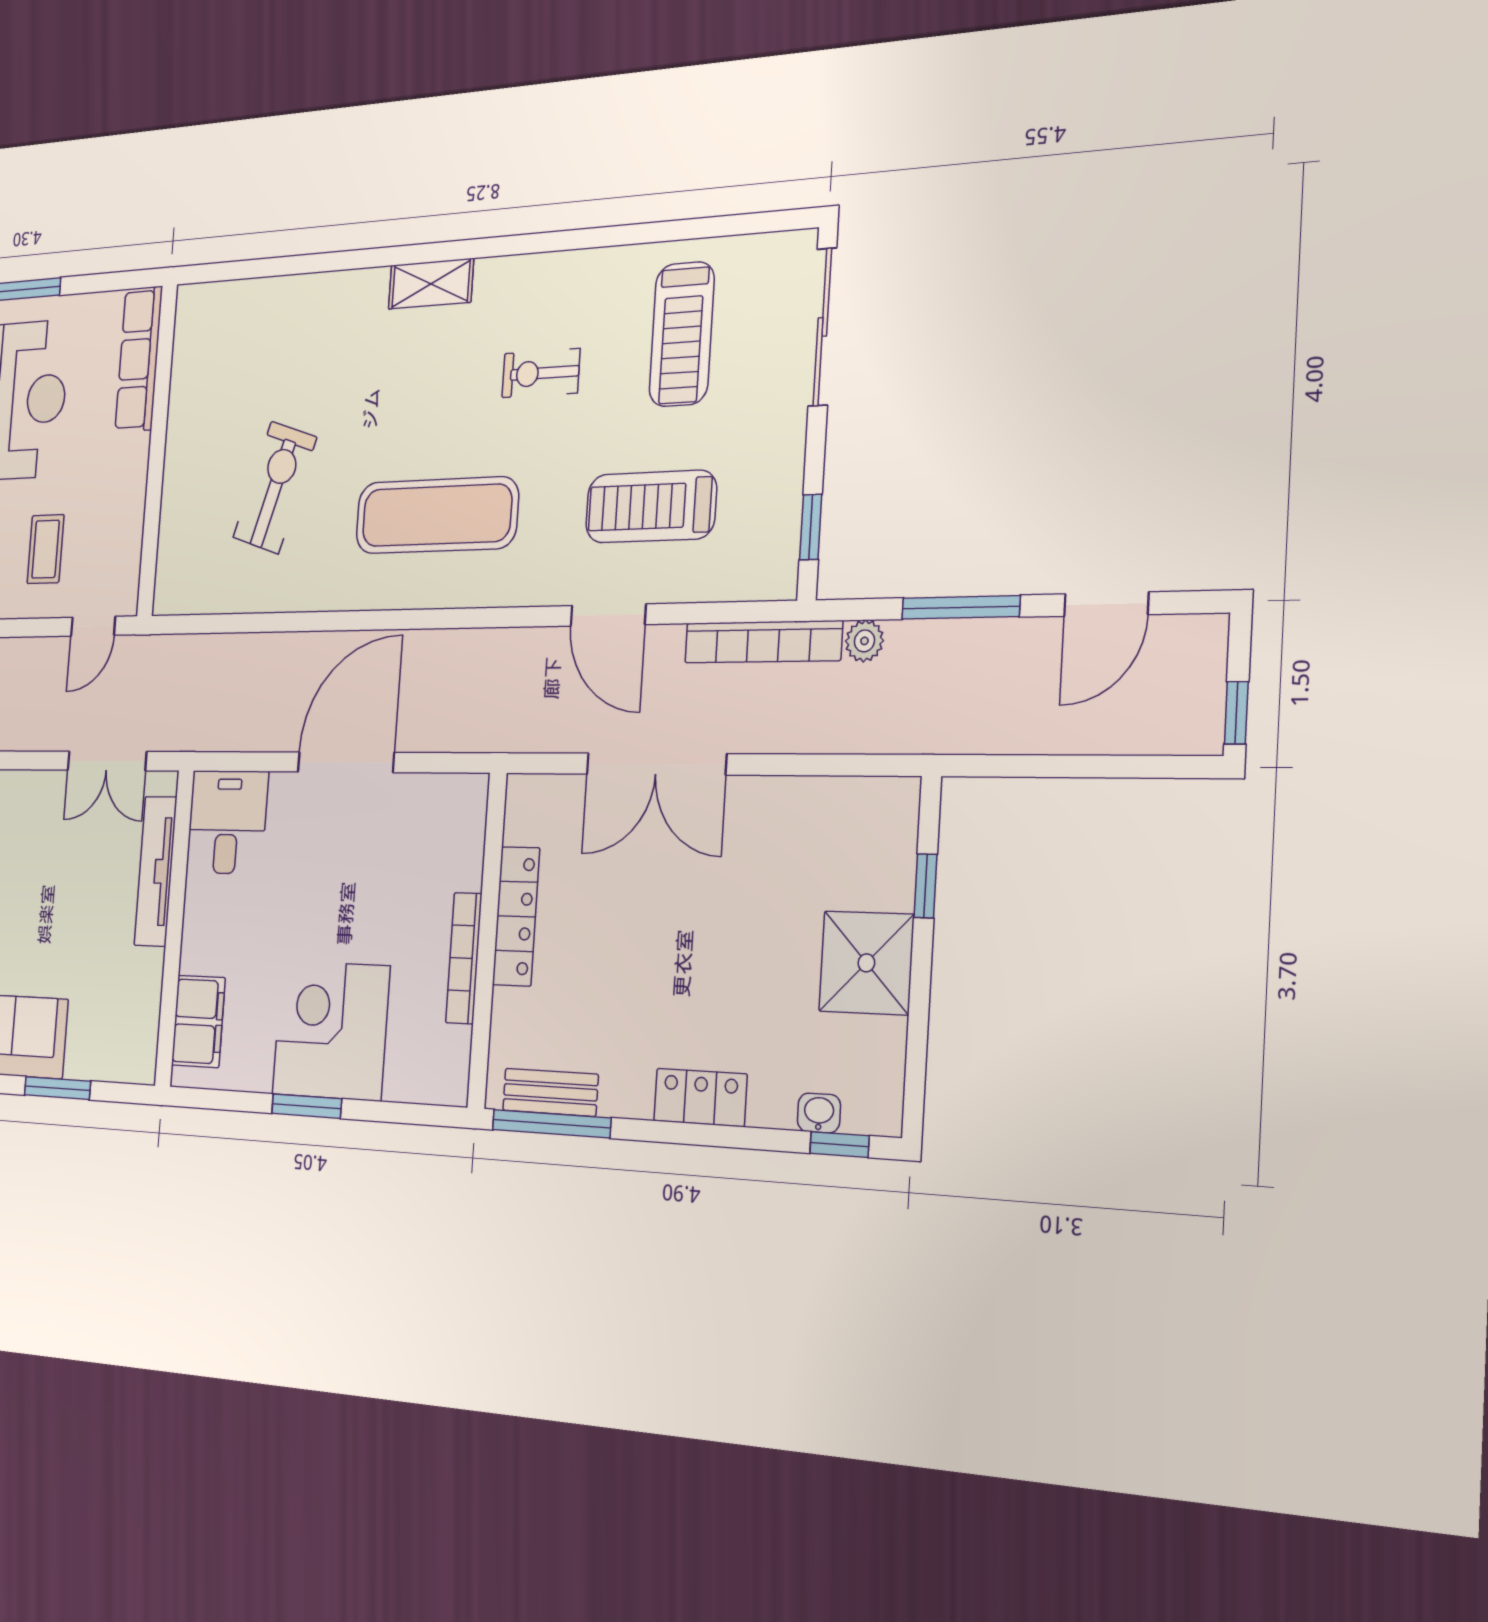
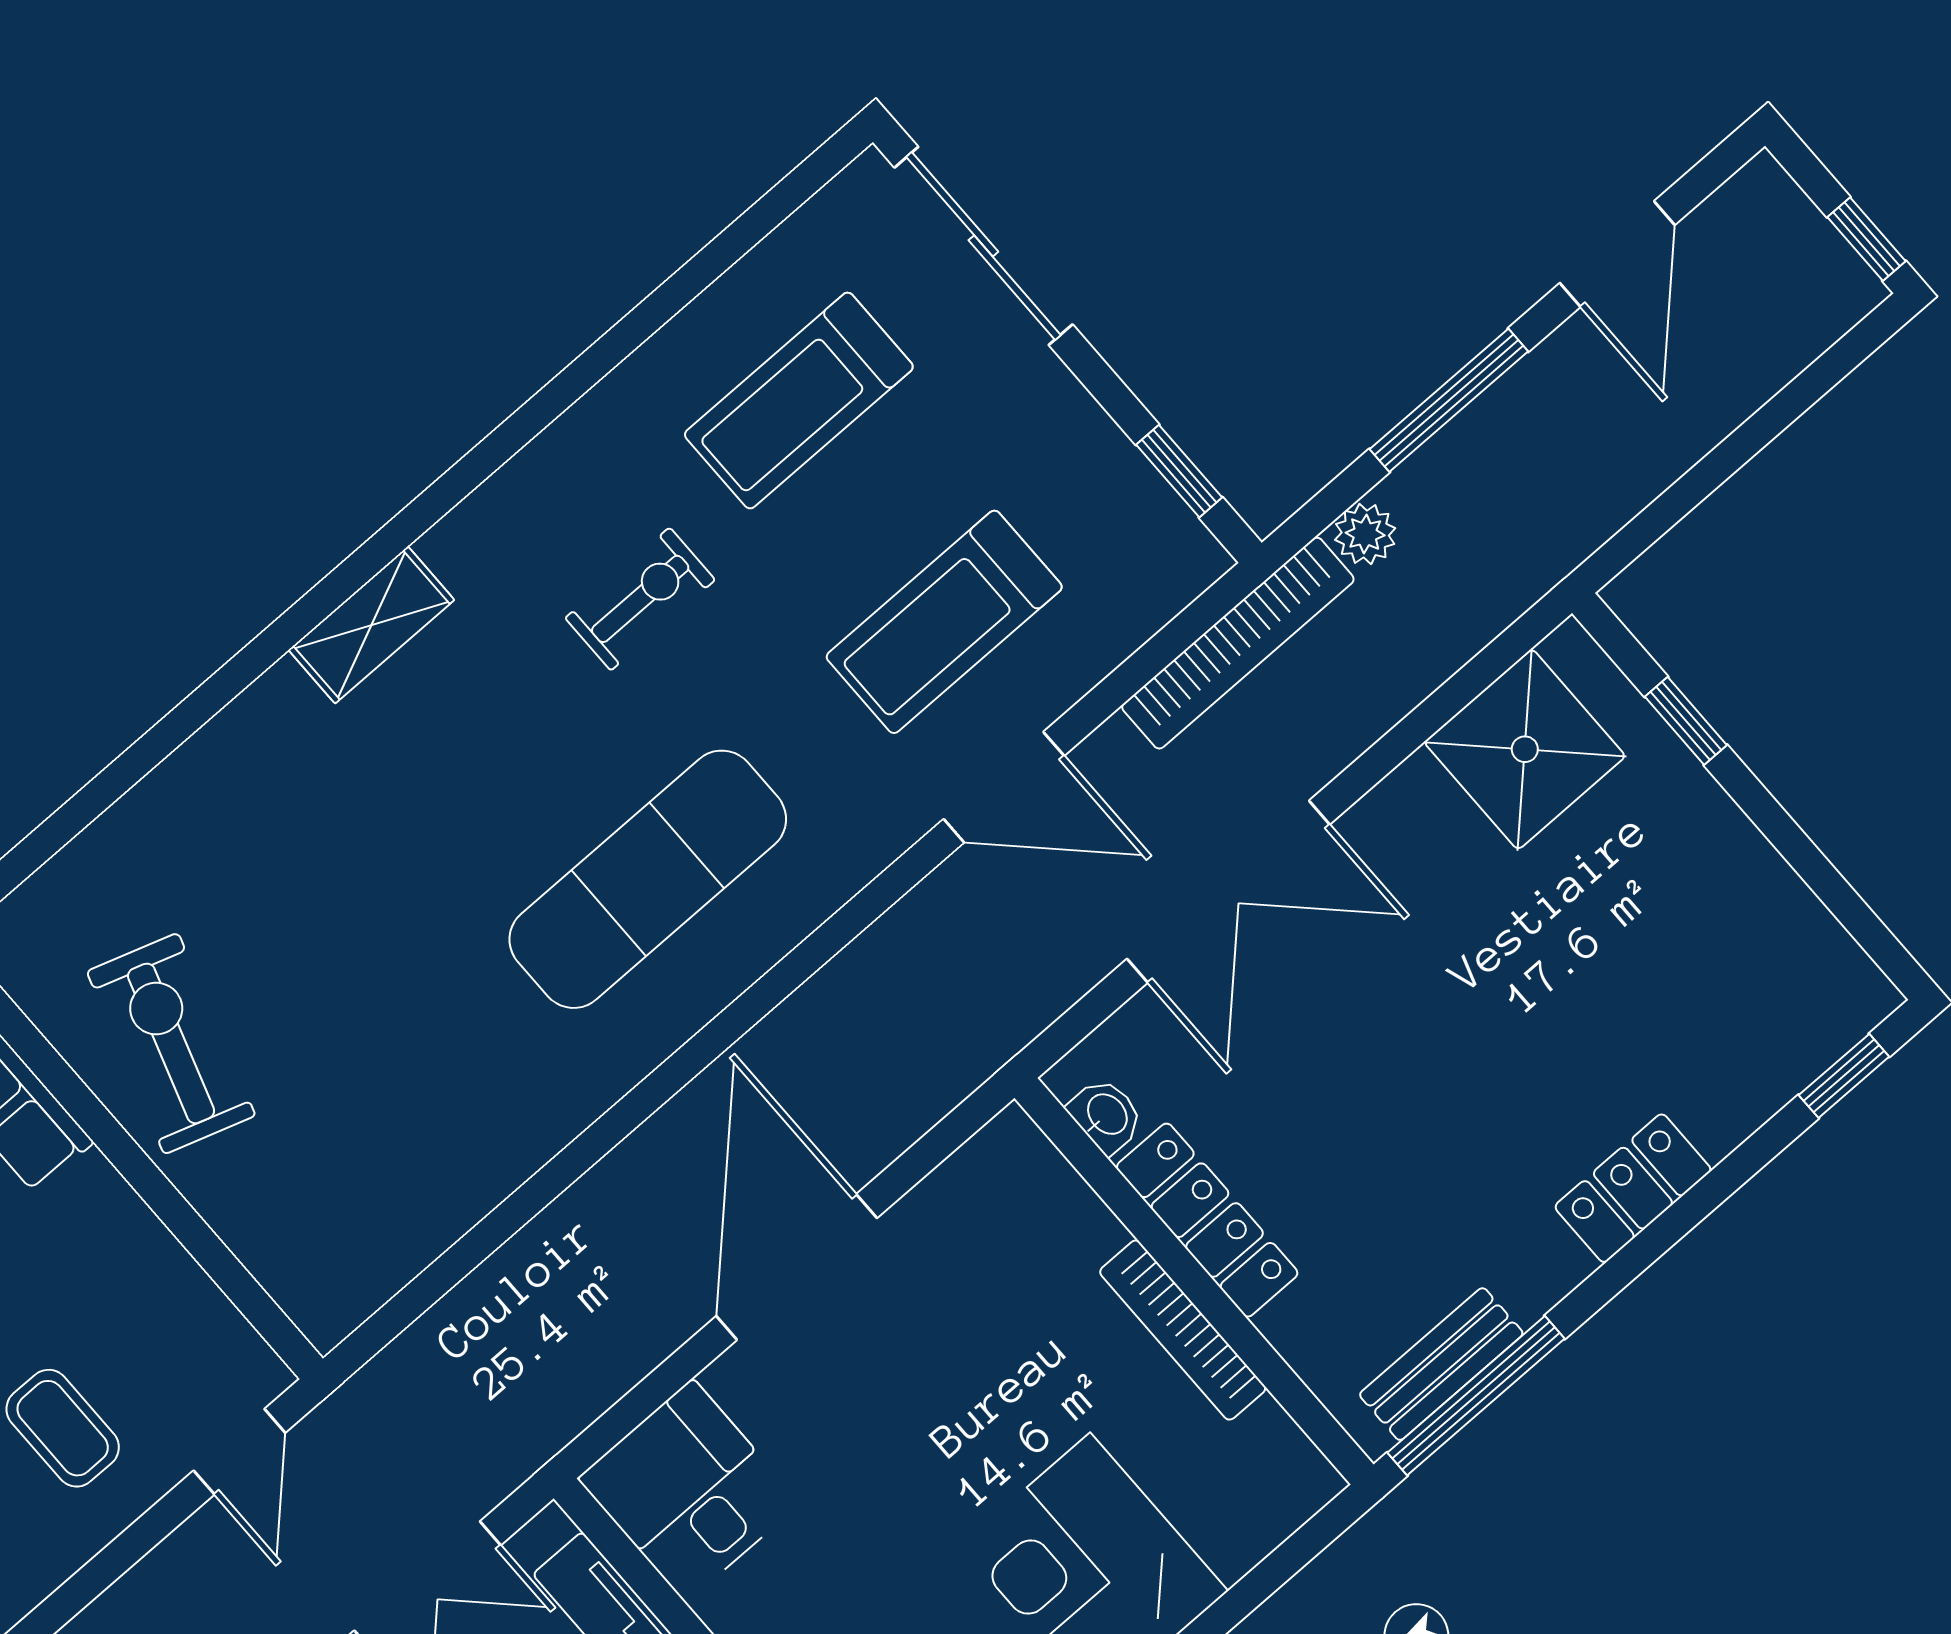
treadmill: (682, 334) -> (799, 401), turned 90
exercise bike: (541, 373) -> (640, 599), turned 180
exercise bike: (275, 488) -> (171, 1043), moved
shower: (866, 963) -> (1525, 749), moved
washbasin: (819, 1113) -> (1106, 1115), moved, turned 90

